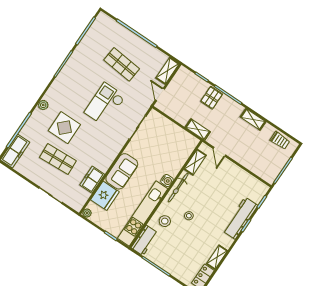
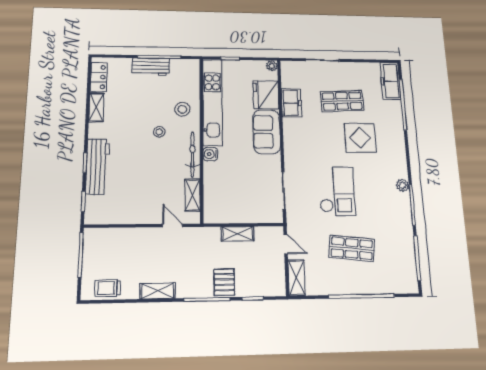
plant: (43, 105) -> (403, 185), moved
shelving: (198, 129) -> (238, 234), moved
workbench: (145, 240) -> (151, 67), moved, turned -90

